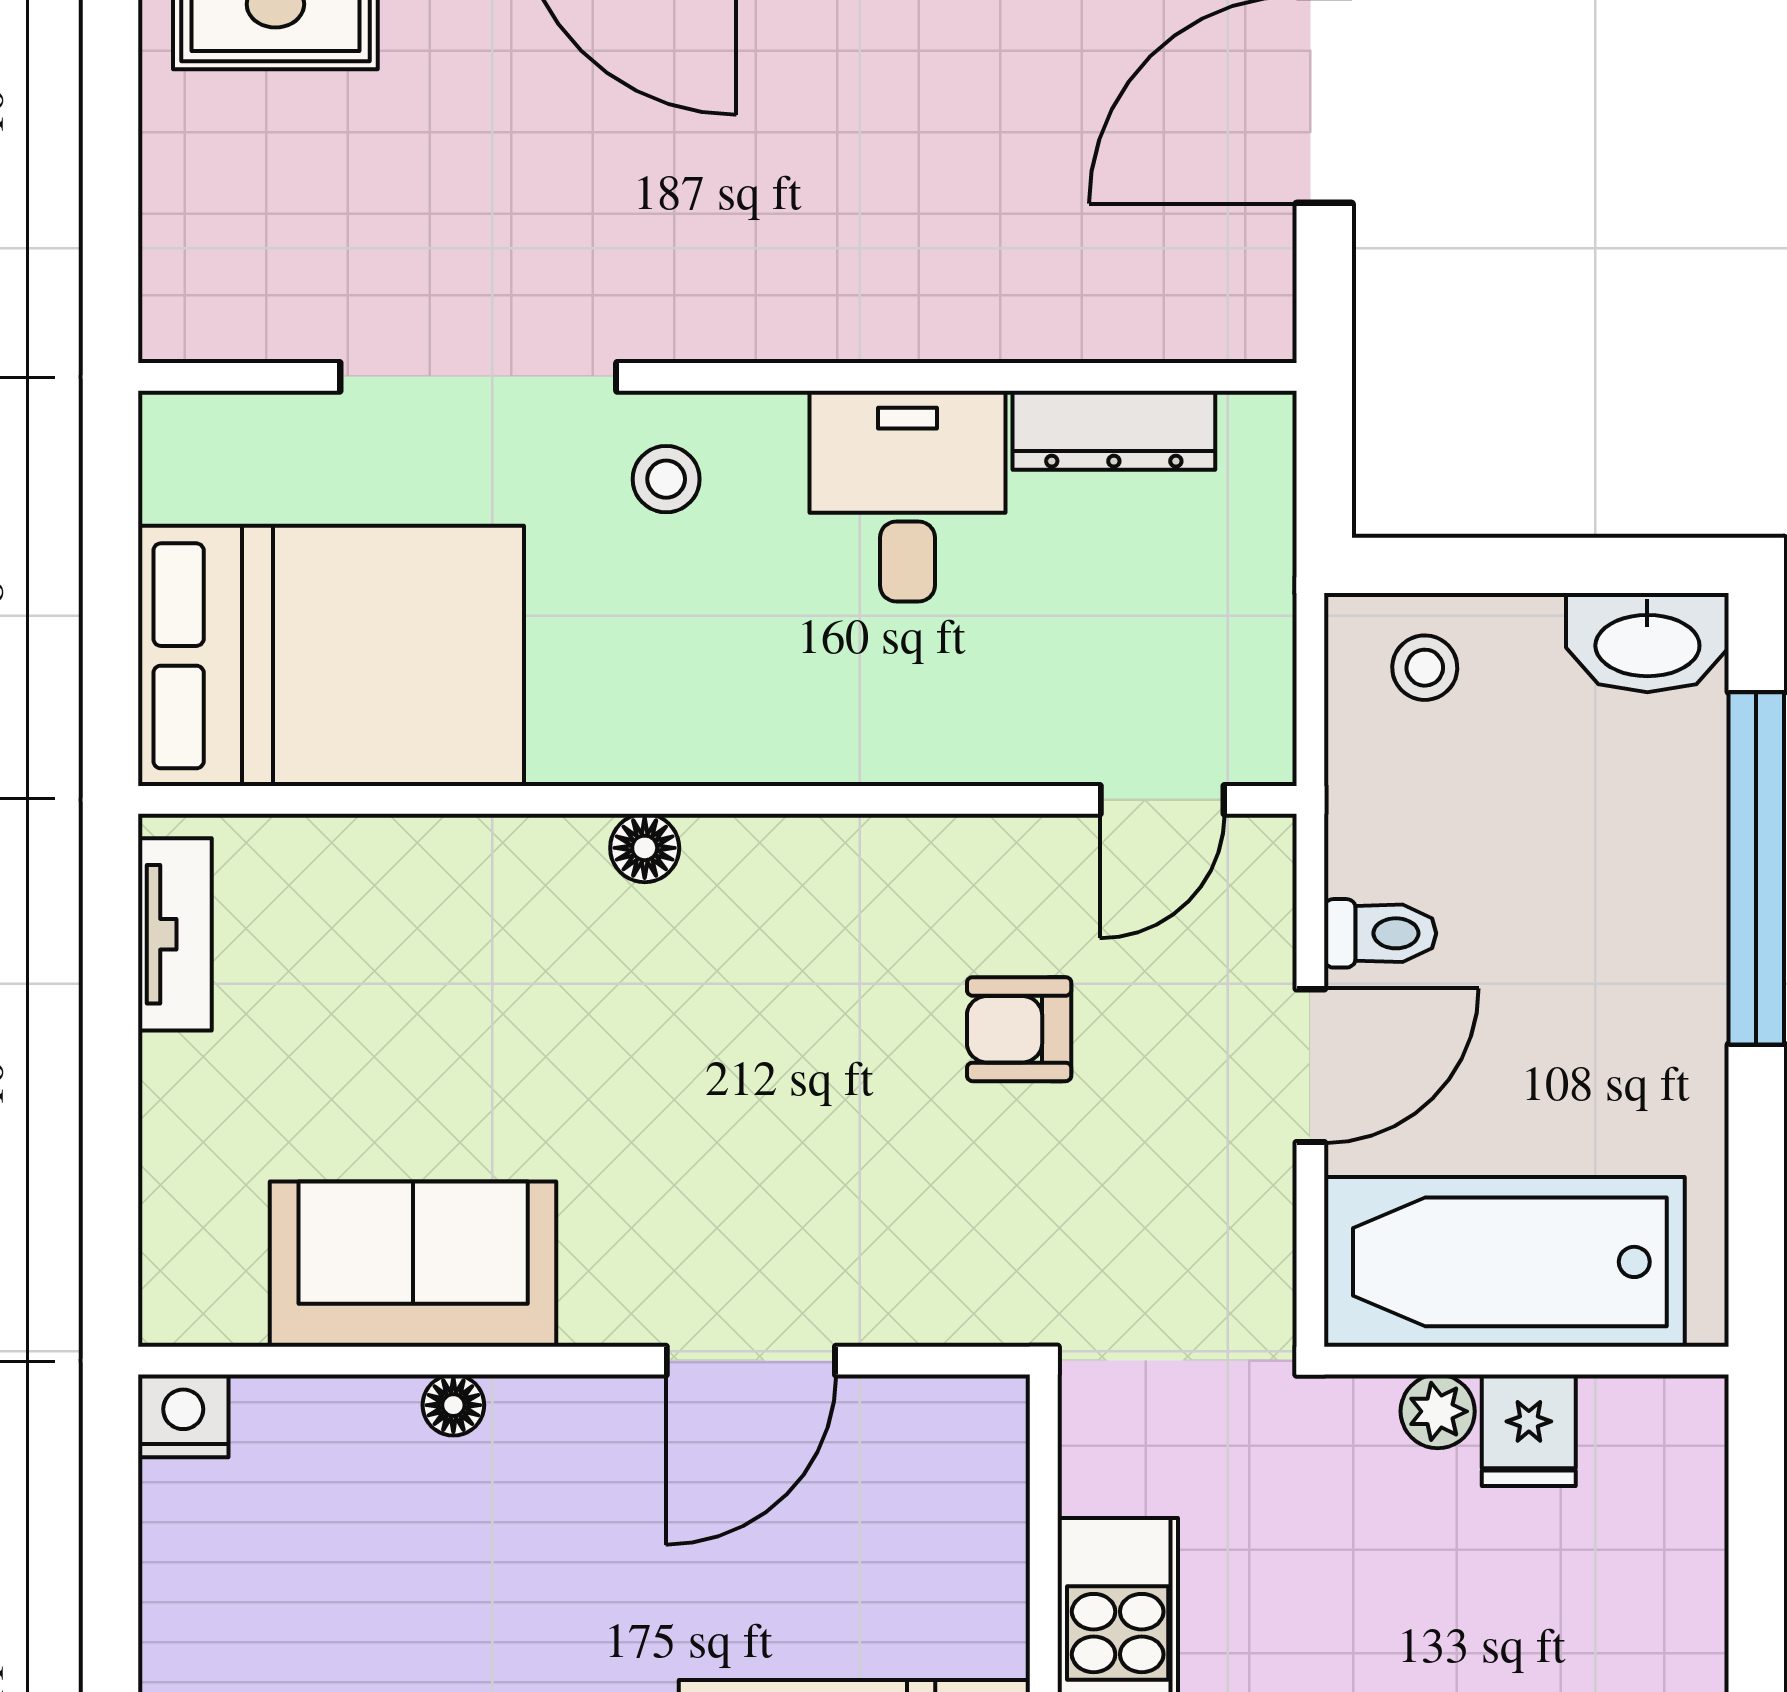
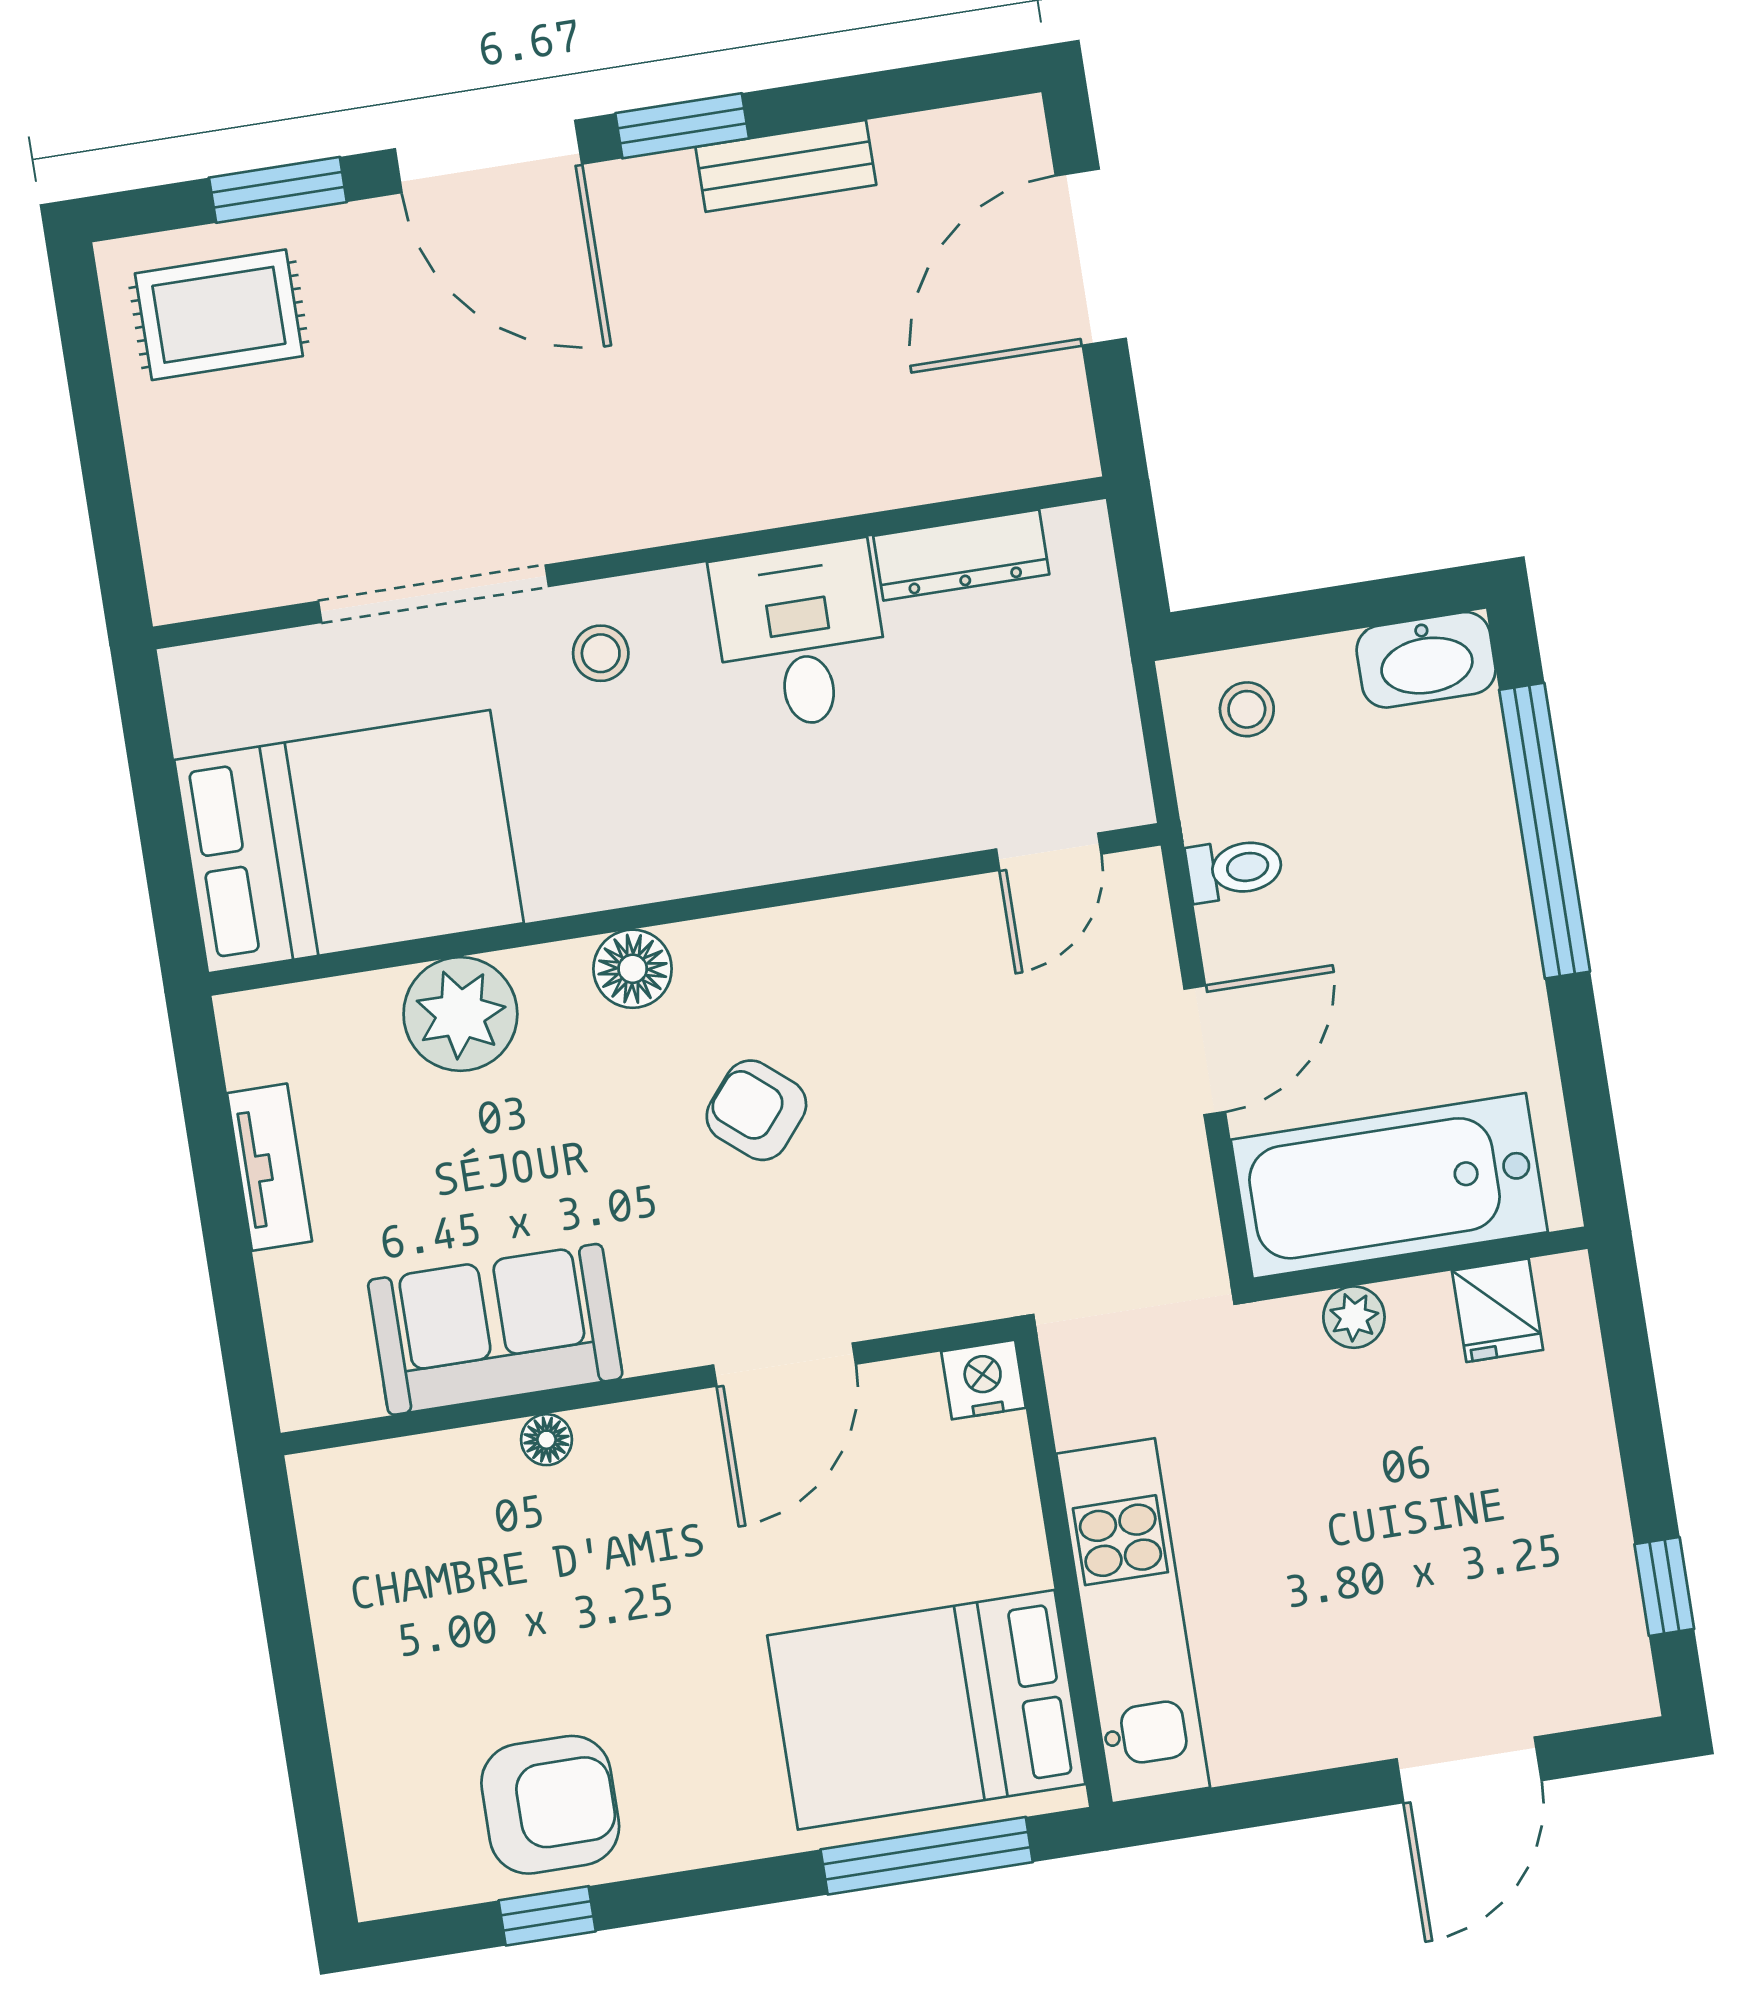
floor lamp: (645, 848) -> (633, 969), width x1.37, depth x1.37
plant: (431, 882) -> (460, 1014), added
toilet: (1380, 933) -> (1235, 869), moved
tv unit: (175, 934) -> (269, 1167), moved
armchair: (1019, 1029) -> (756, 1110), moved, turned 40
nightstand: (183, 1416) -> (983, 1380), moved
fridge: (1529, 1430) -> (1498, 1310), moved

